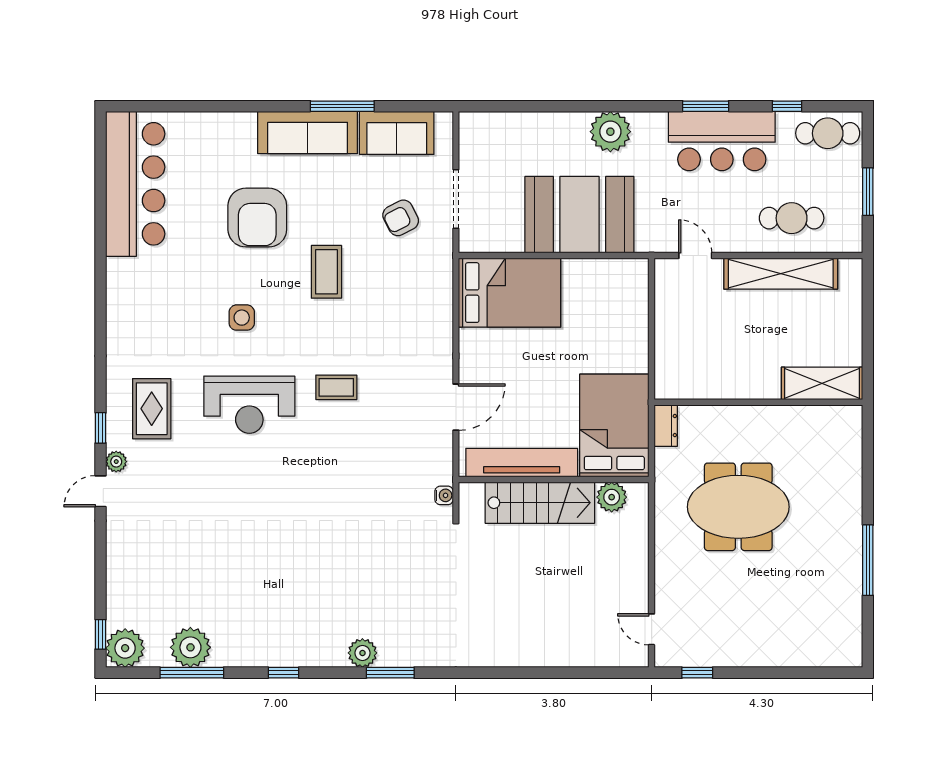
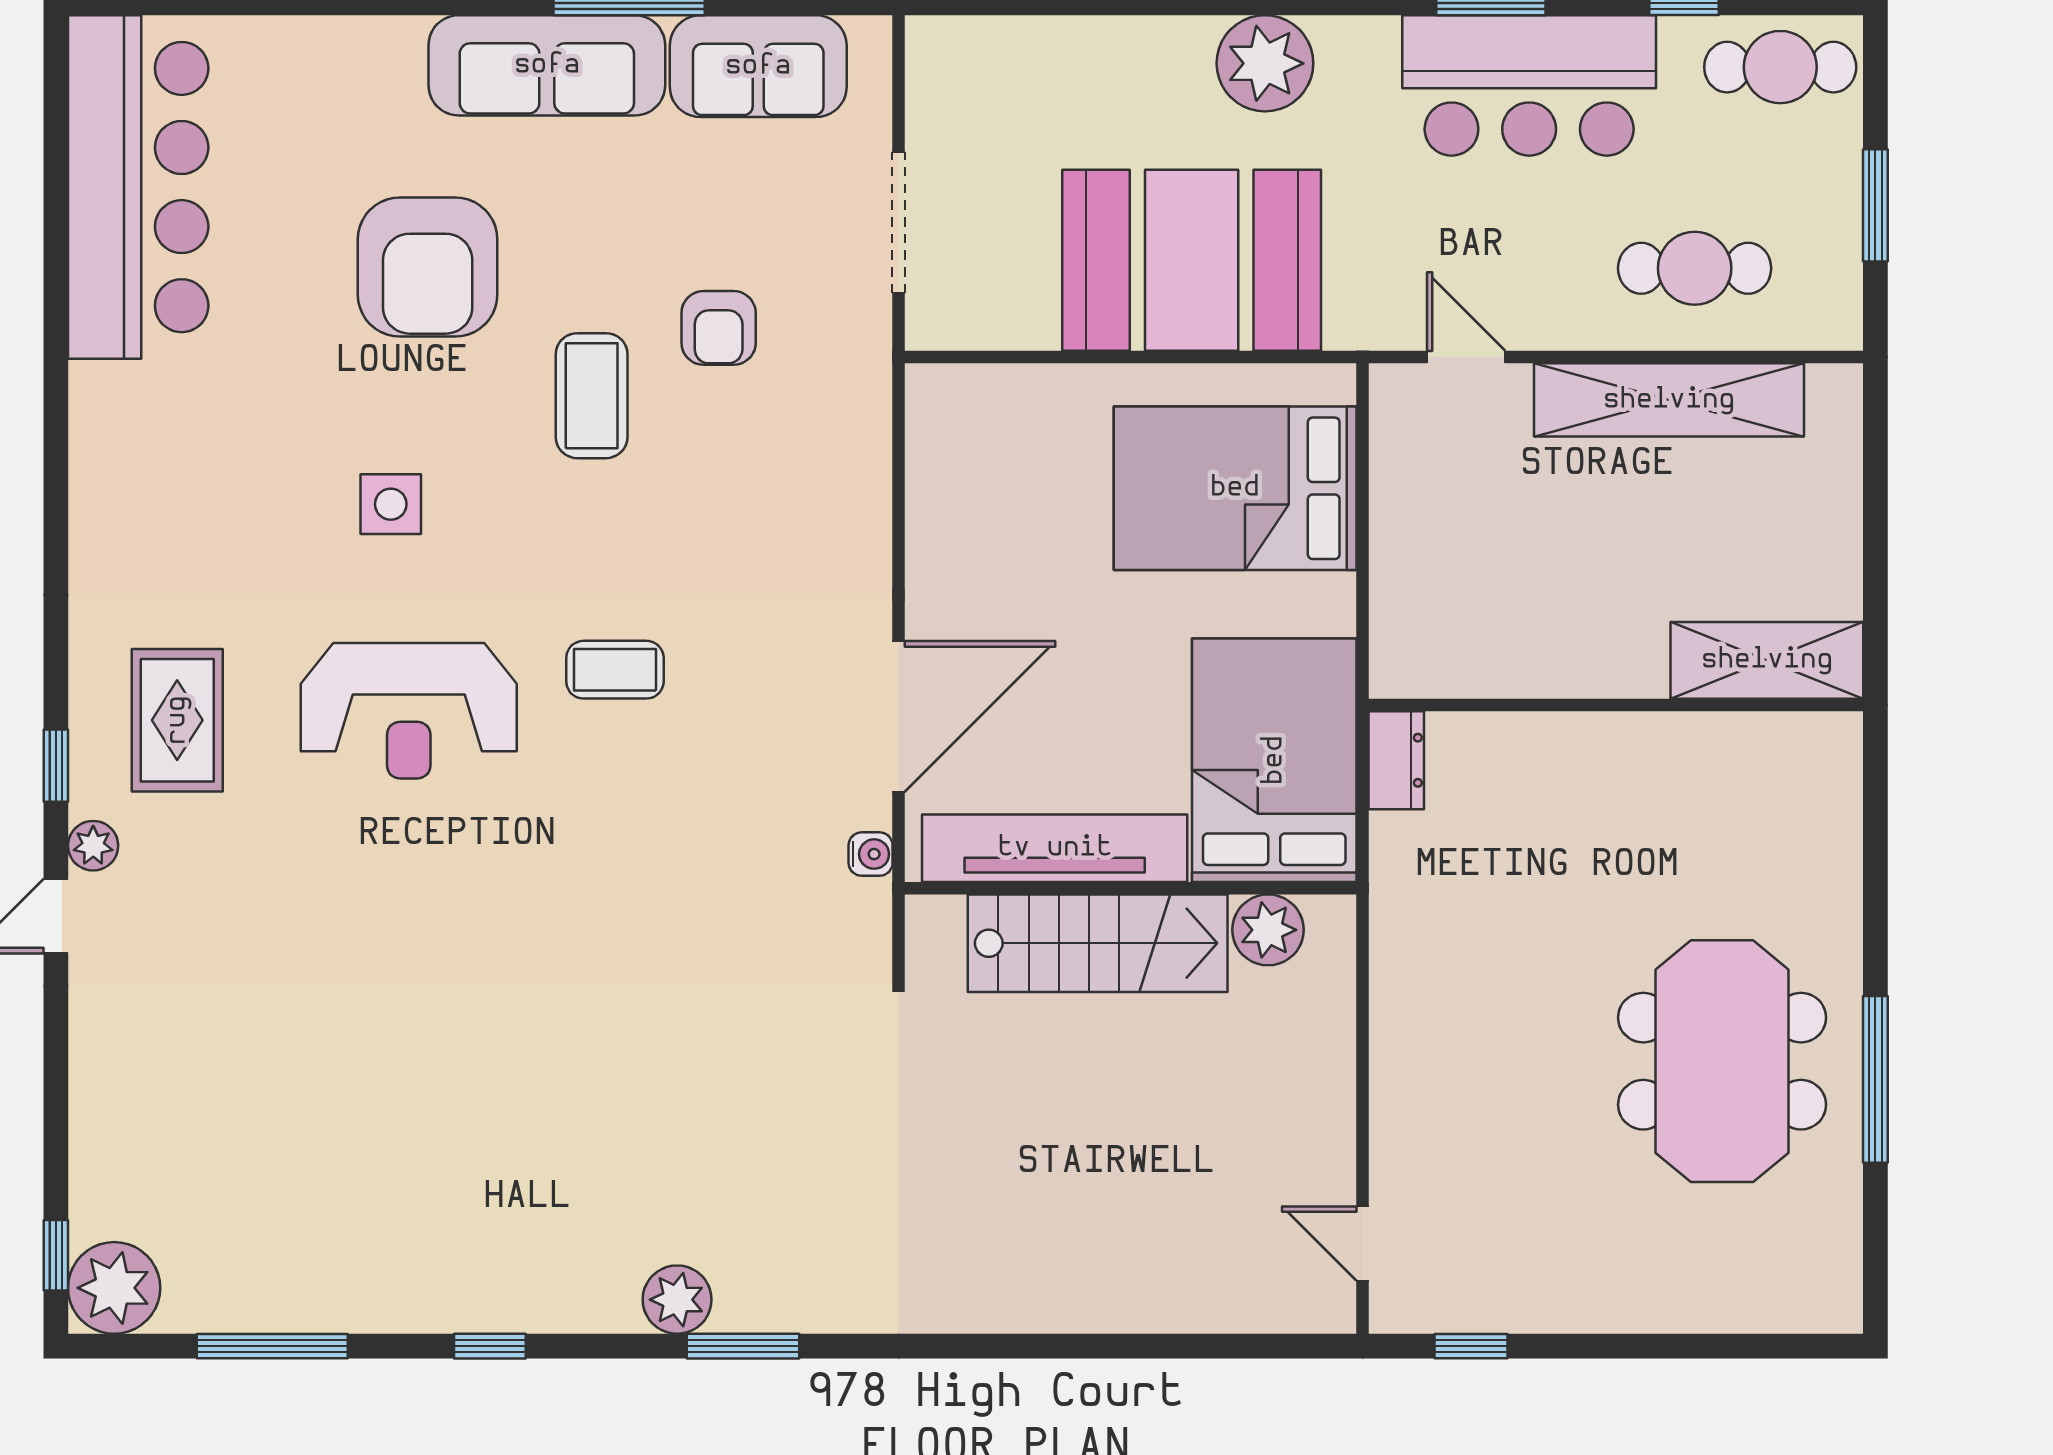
armchair: (401, 218) -> (719, 328), moved, turned -63
bed: (510, 293) -> (1235, 488), moved, turned 180
door: (456, 407) -> (899, 716), width x1.36
water cooler: (444, 495) -> (871, 854), moved
meeting table: (738, 507) -> (1722, 1061), moved, turned 90
plant: (190, 647) -> (269, 1286), removed

